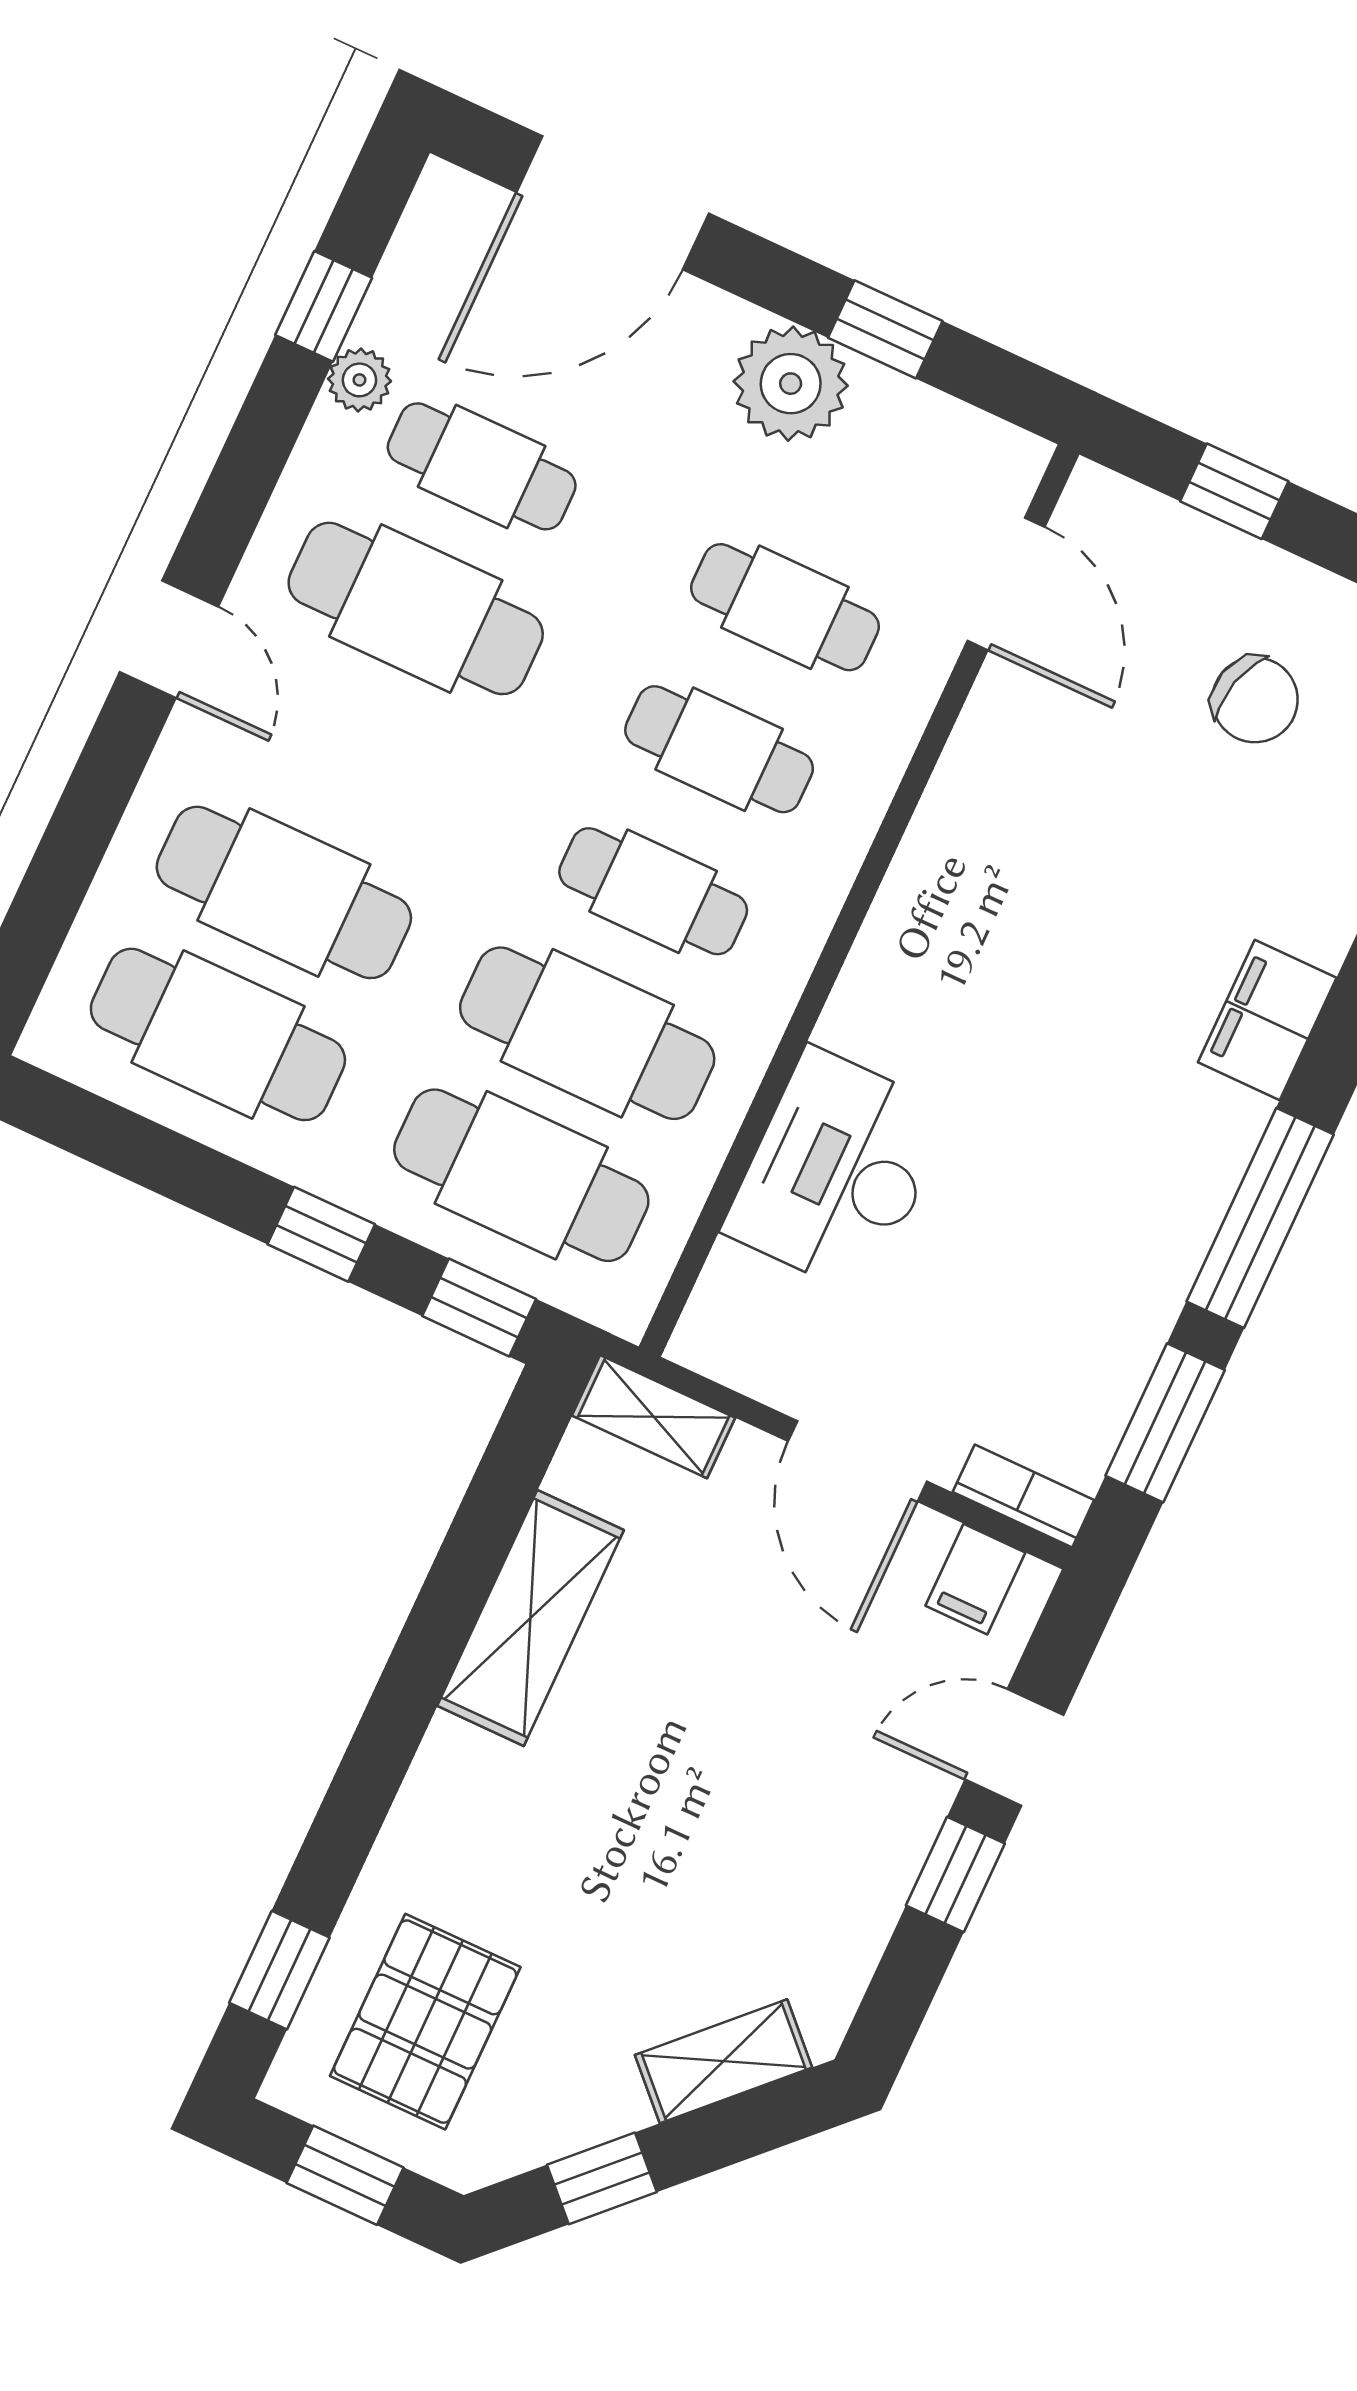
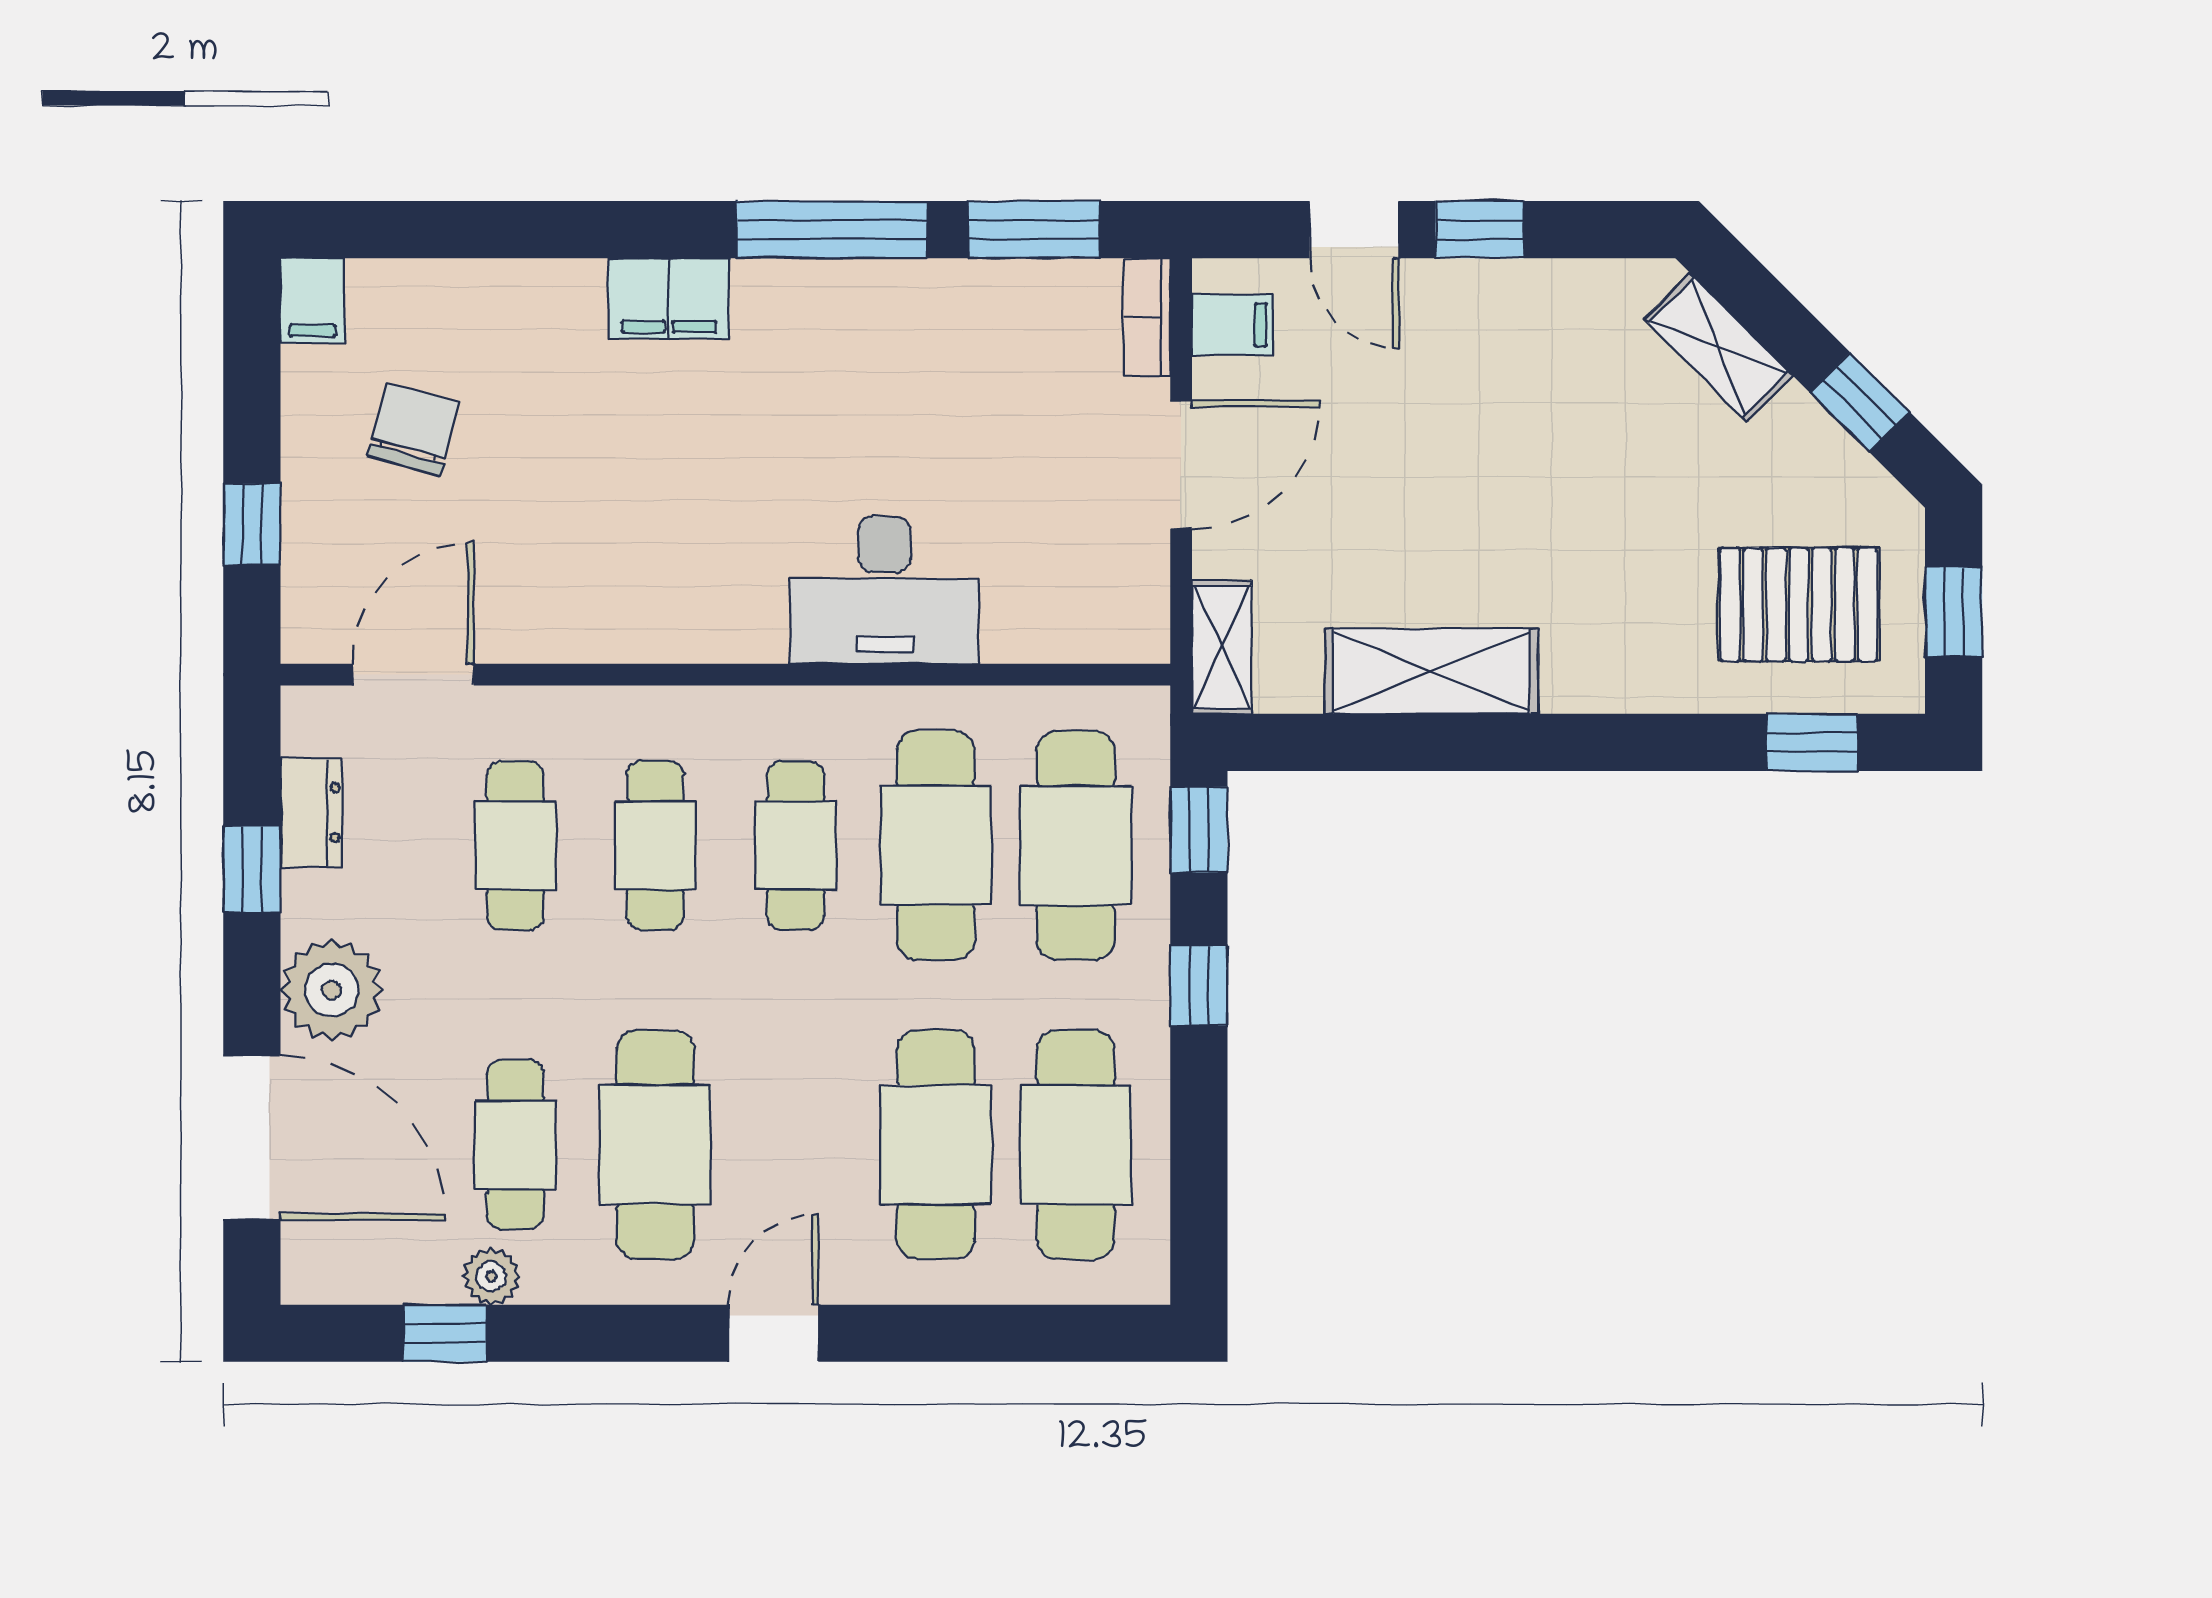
plant: (791, 384) -> (332, 990), moved
dresser: (914, 416) -> (311, 813), added
desk: (838, 1172) -> (884, 590), moved

